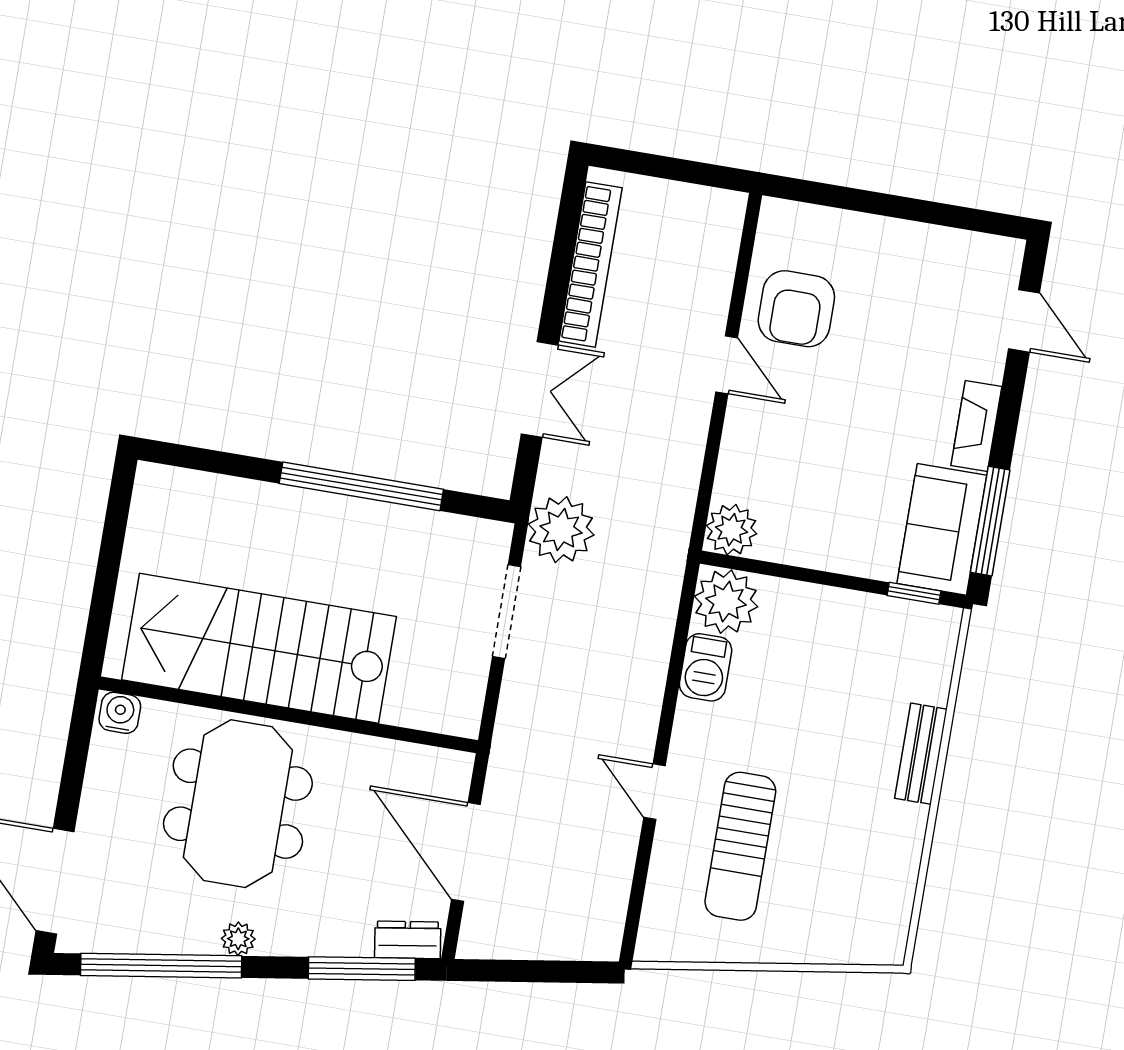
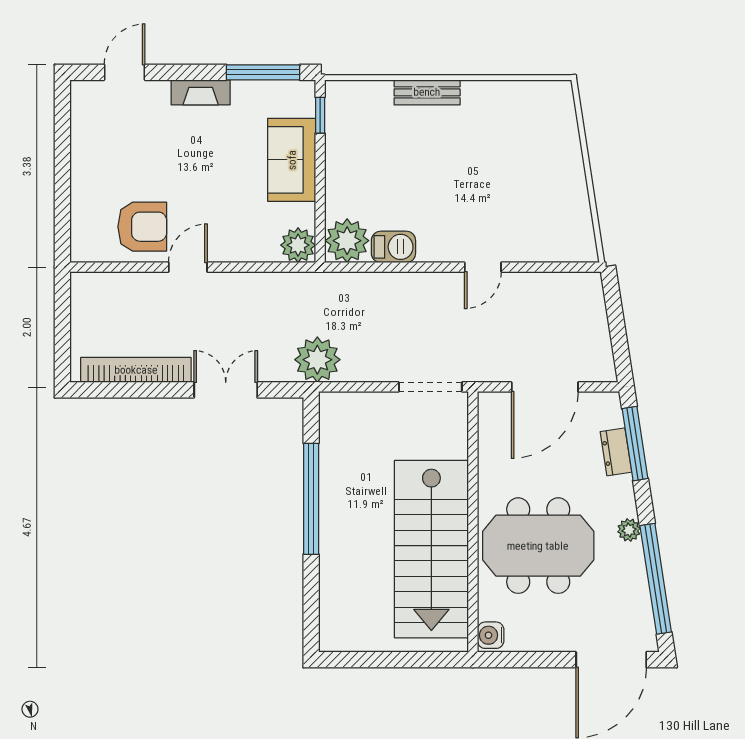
sofa: (942, 529) -> (292, 160), moved, turned 90
doorway: (507, 612) -> (430, 387), moved
sun lounger: (740, 846) -> (510, 203), removed
dresser: (408, 940) -> (616, 452), moved

